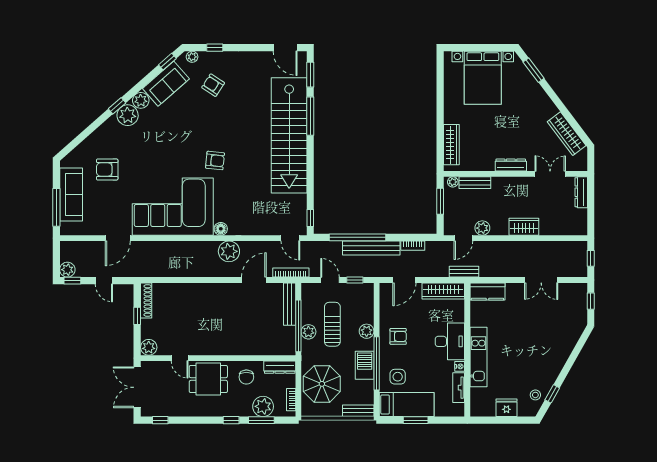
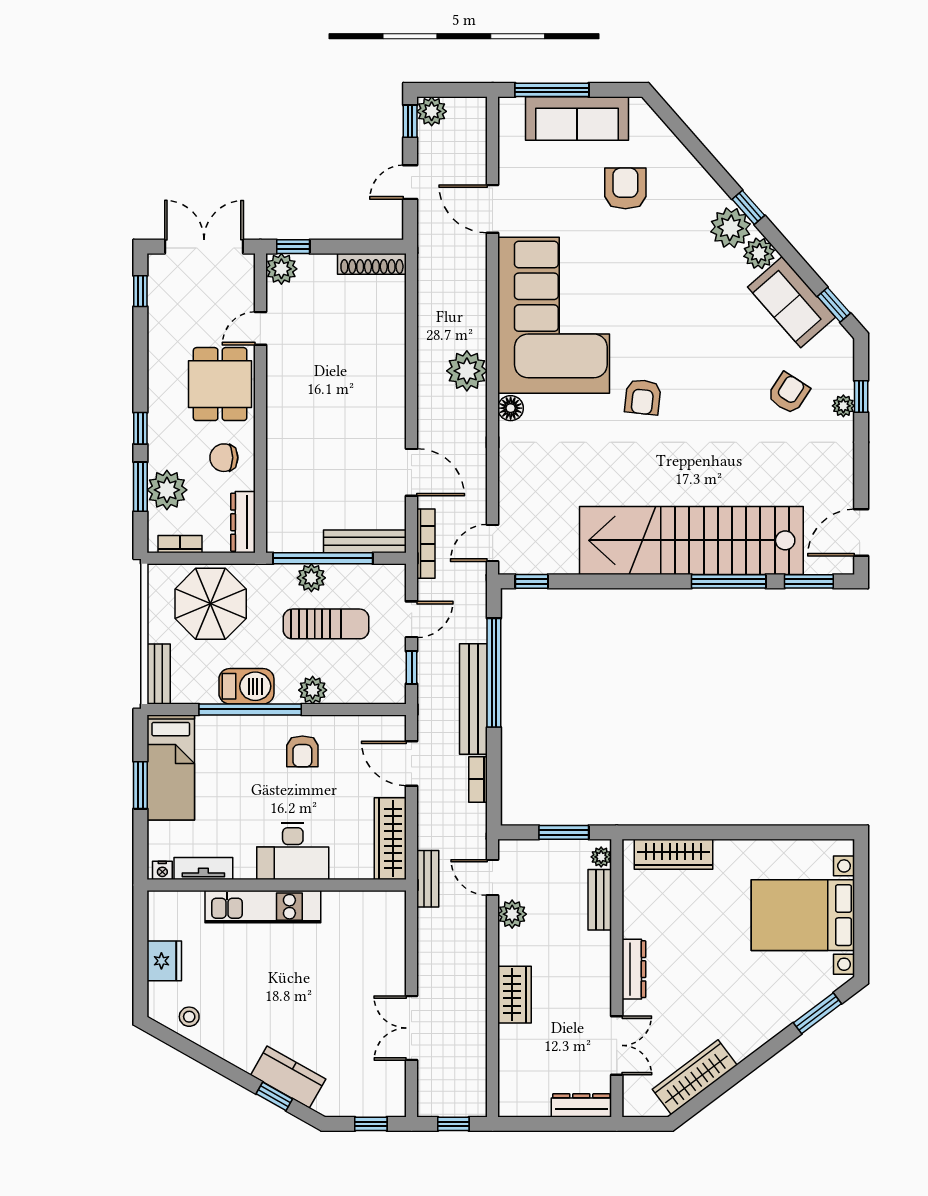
plant: (192, 57) -> (843, 406), moved
plant: (229, 251) -> (467, 371), moved
kitchen counter: (487, 291) -> (288, 1077), moved, turned 119
window: (137, 316) -> (293, 247), moved
nightstand: (460, 366) -> (162, 870), moved
side table: (398, 377) -> (224, 750), removed
window: (552, 394) -> (274, 1096), moved

